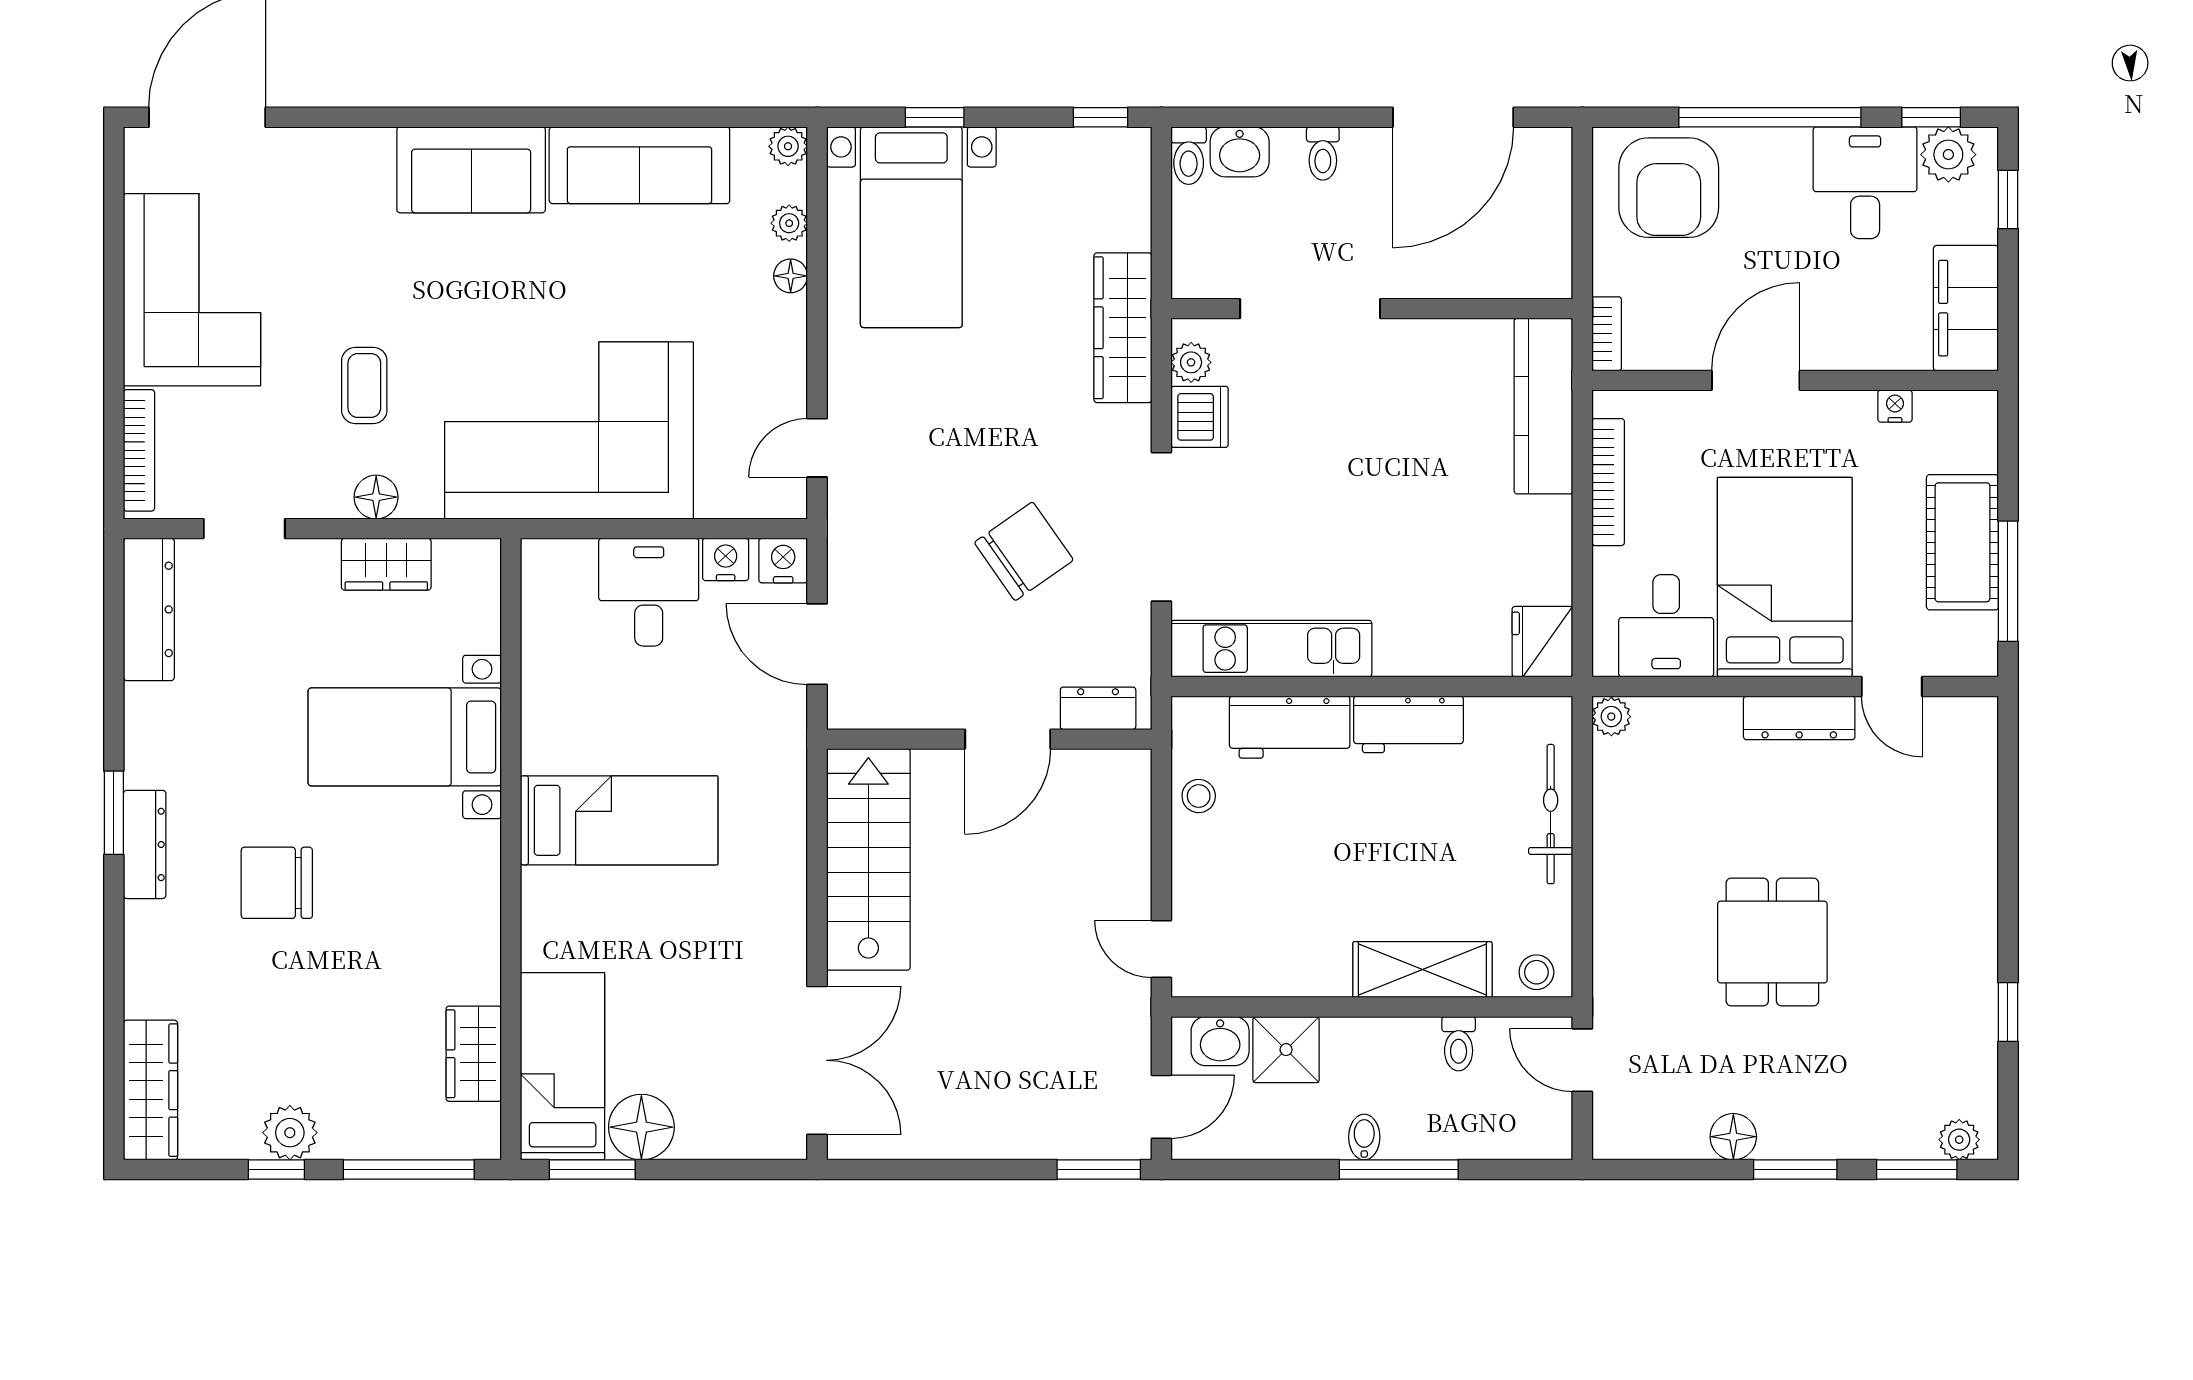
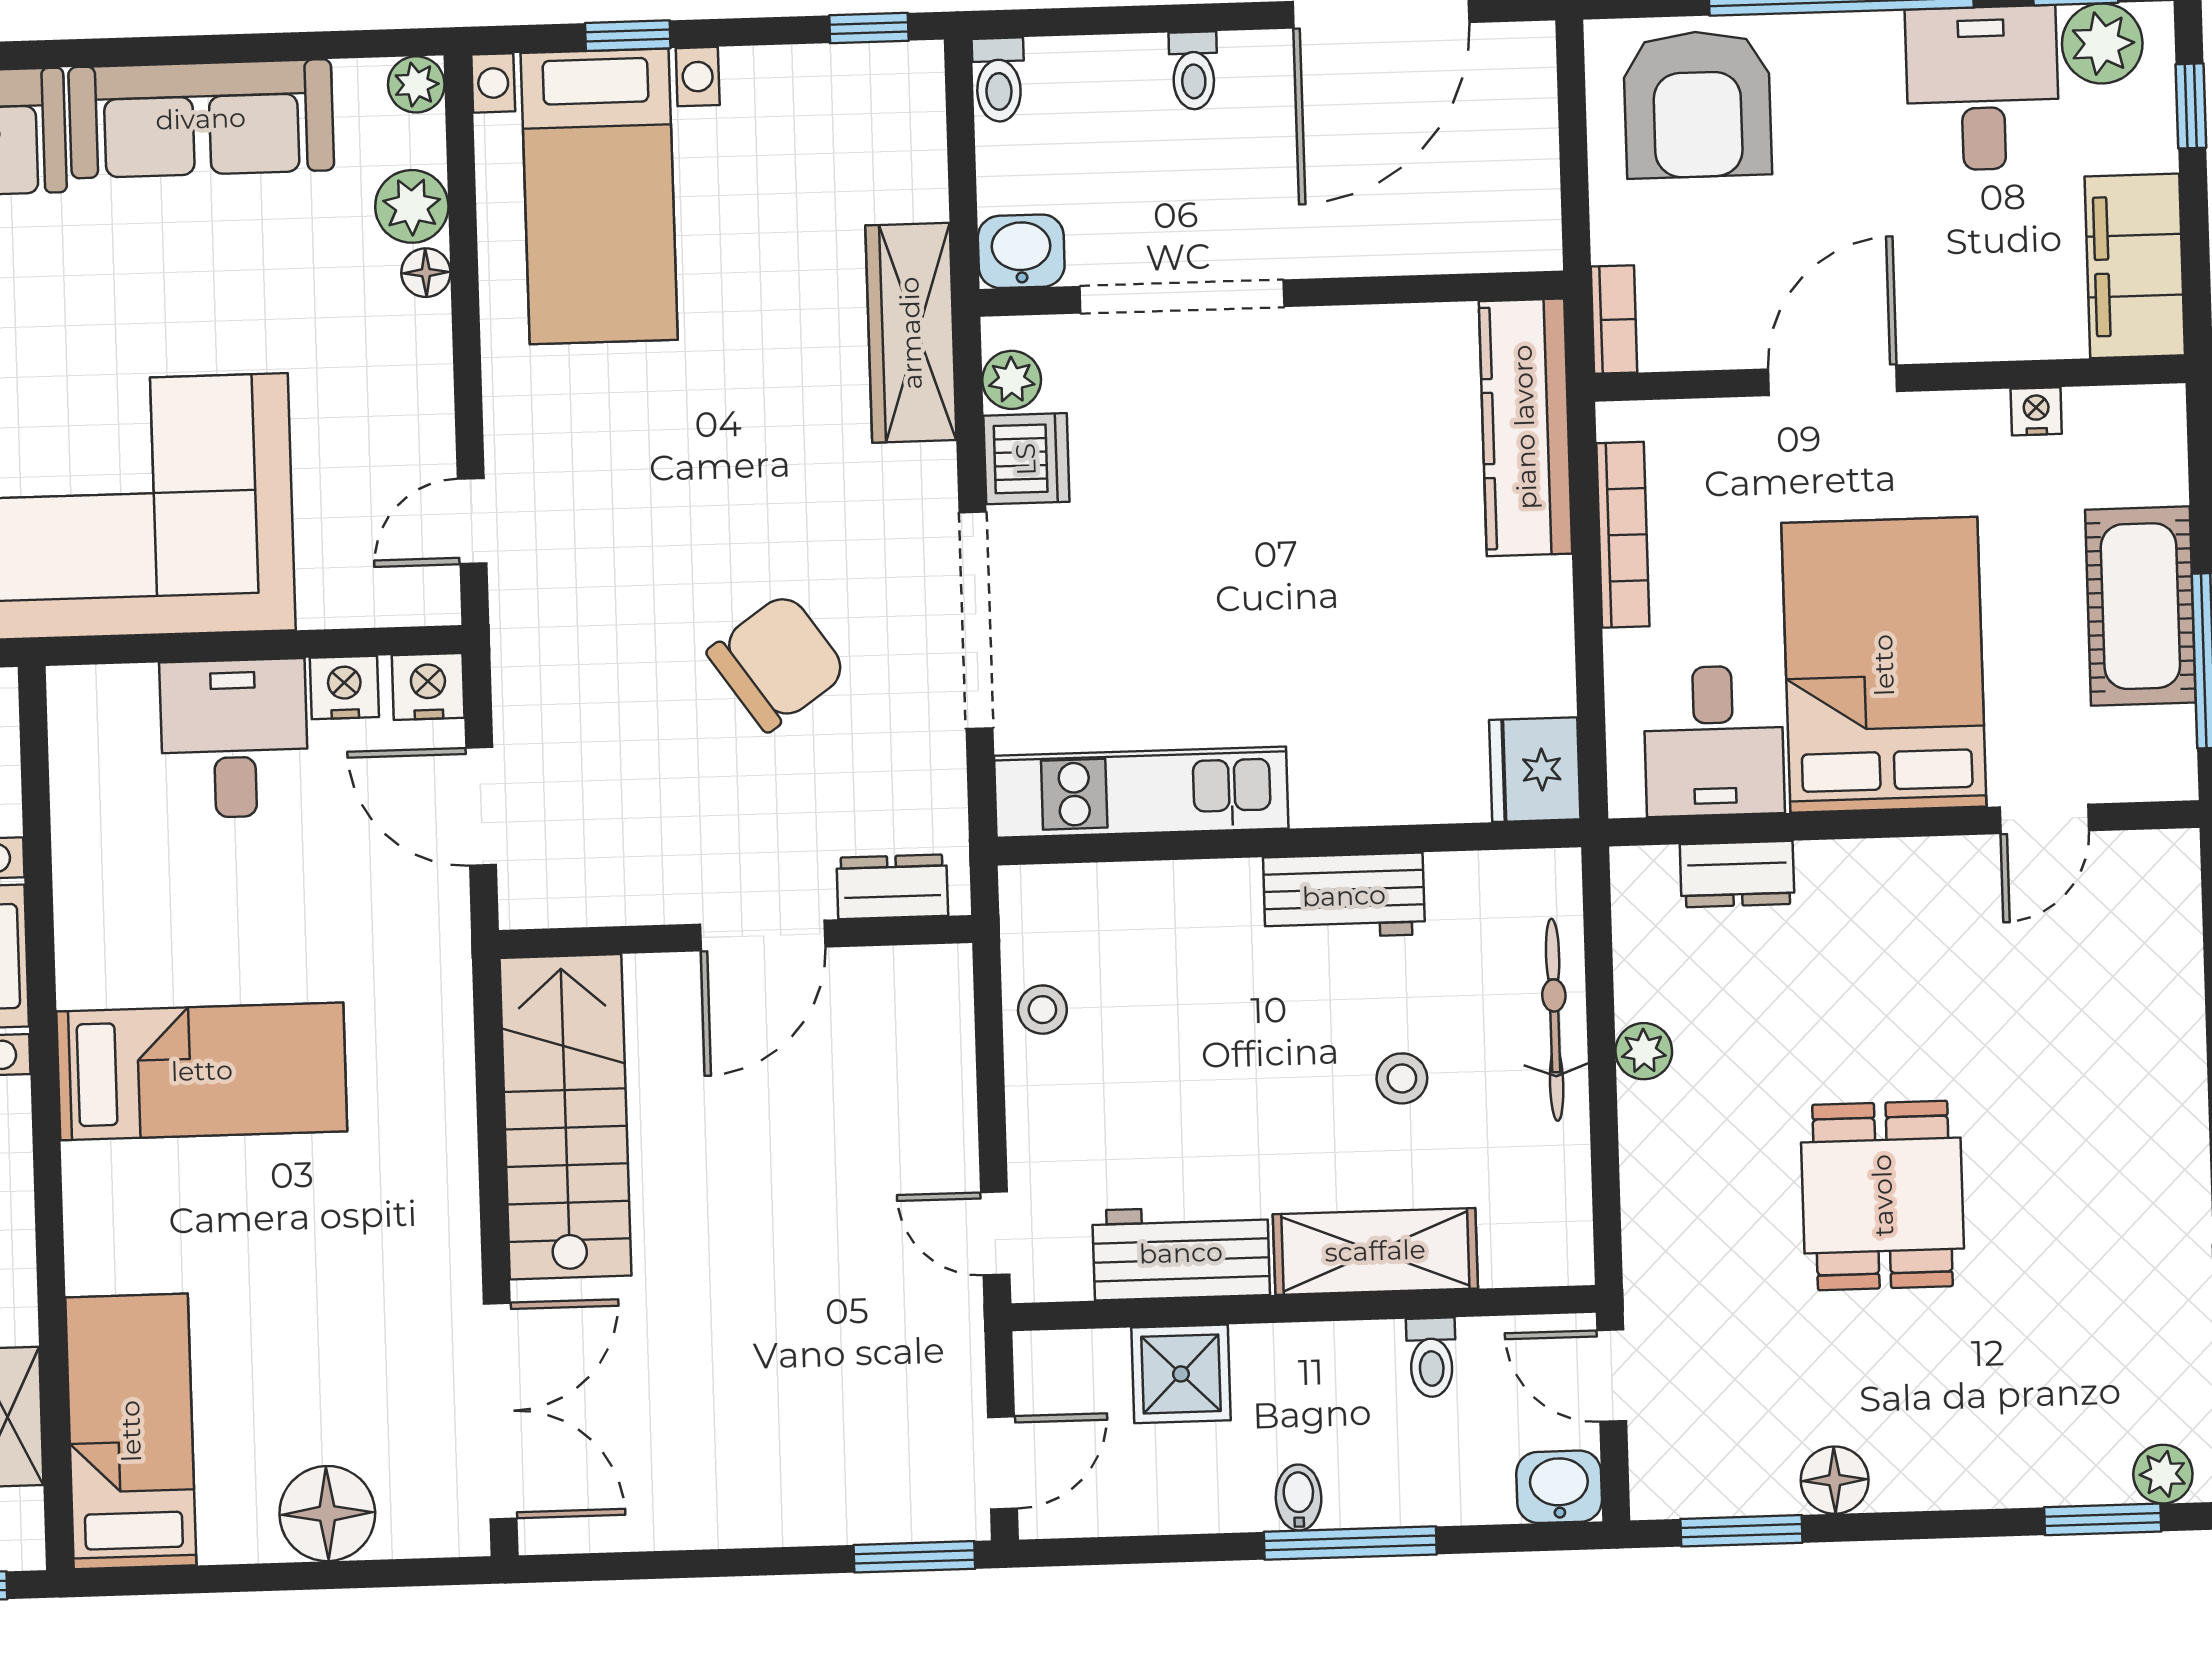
washbasin: (1240, 152) -> (1021, 251), moved, turned 180
plant: (789, 223) -> (412, 206), width x1.38, depth x1.38
door: (1892, 686) -> (2044, 819), hinge flipped
plant: (1611, 717) -> (1644, 1051), moved
dresser: (1799, 718) -> (1737, 874), moved, width x0.70
workbench: (1290, 727) -> (1181, 1253), moved, turned 180
stool: (1536, 972) -> (1402, 1078), moved
washbasin: (1220, 1041) -> (1559, 1487), moved, turned 180
floor lamp: (641, 1127) -> (327, 1514), moved
window: (592, 1170) -> (179, 1580), removed
window: (1795, 1170) -> (1741, 1531), moved

